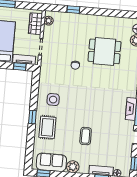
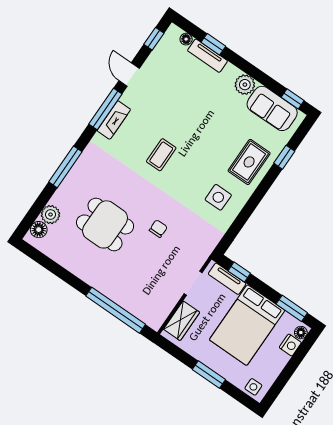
window: (73, 10) -> (116, 310), width x3.17
plant: (49, 21) -> (160, 314), removed
window: (32, 117) -> (284, 157), moved
coffee table: (86, 136) -> (161, 155), moved

